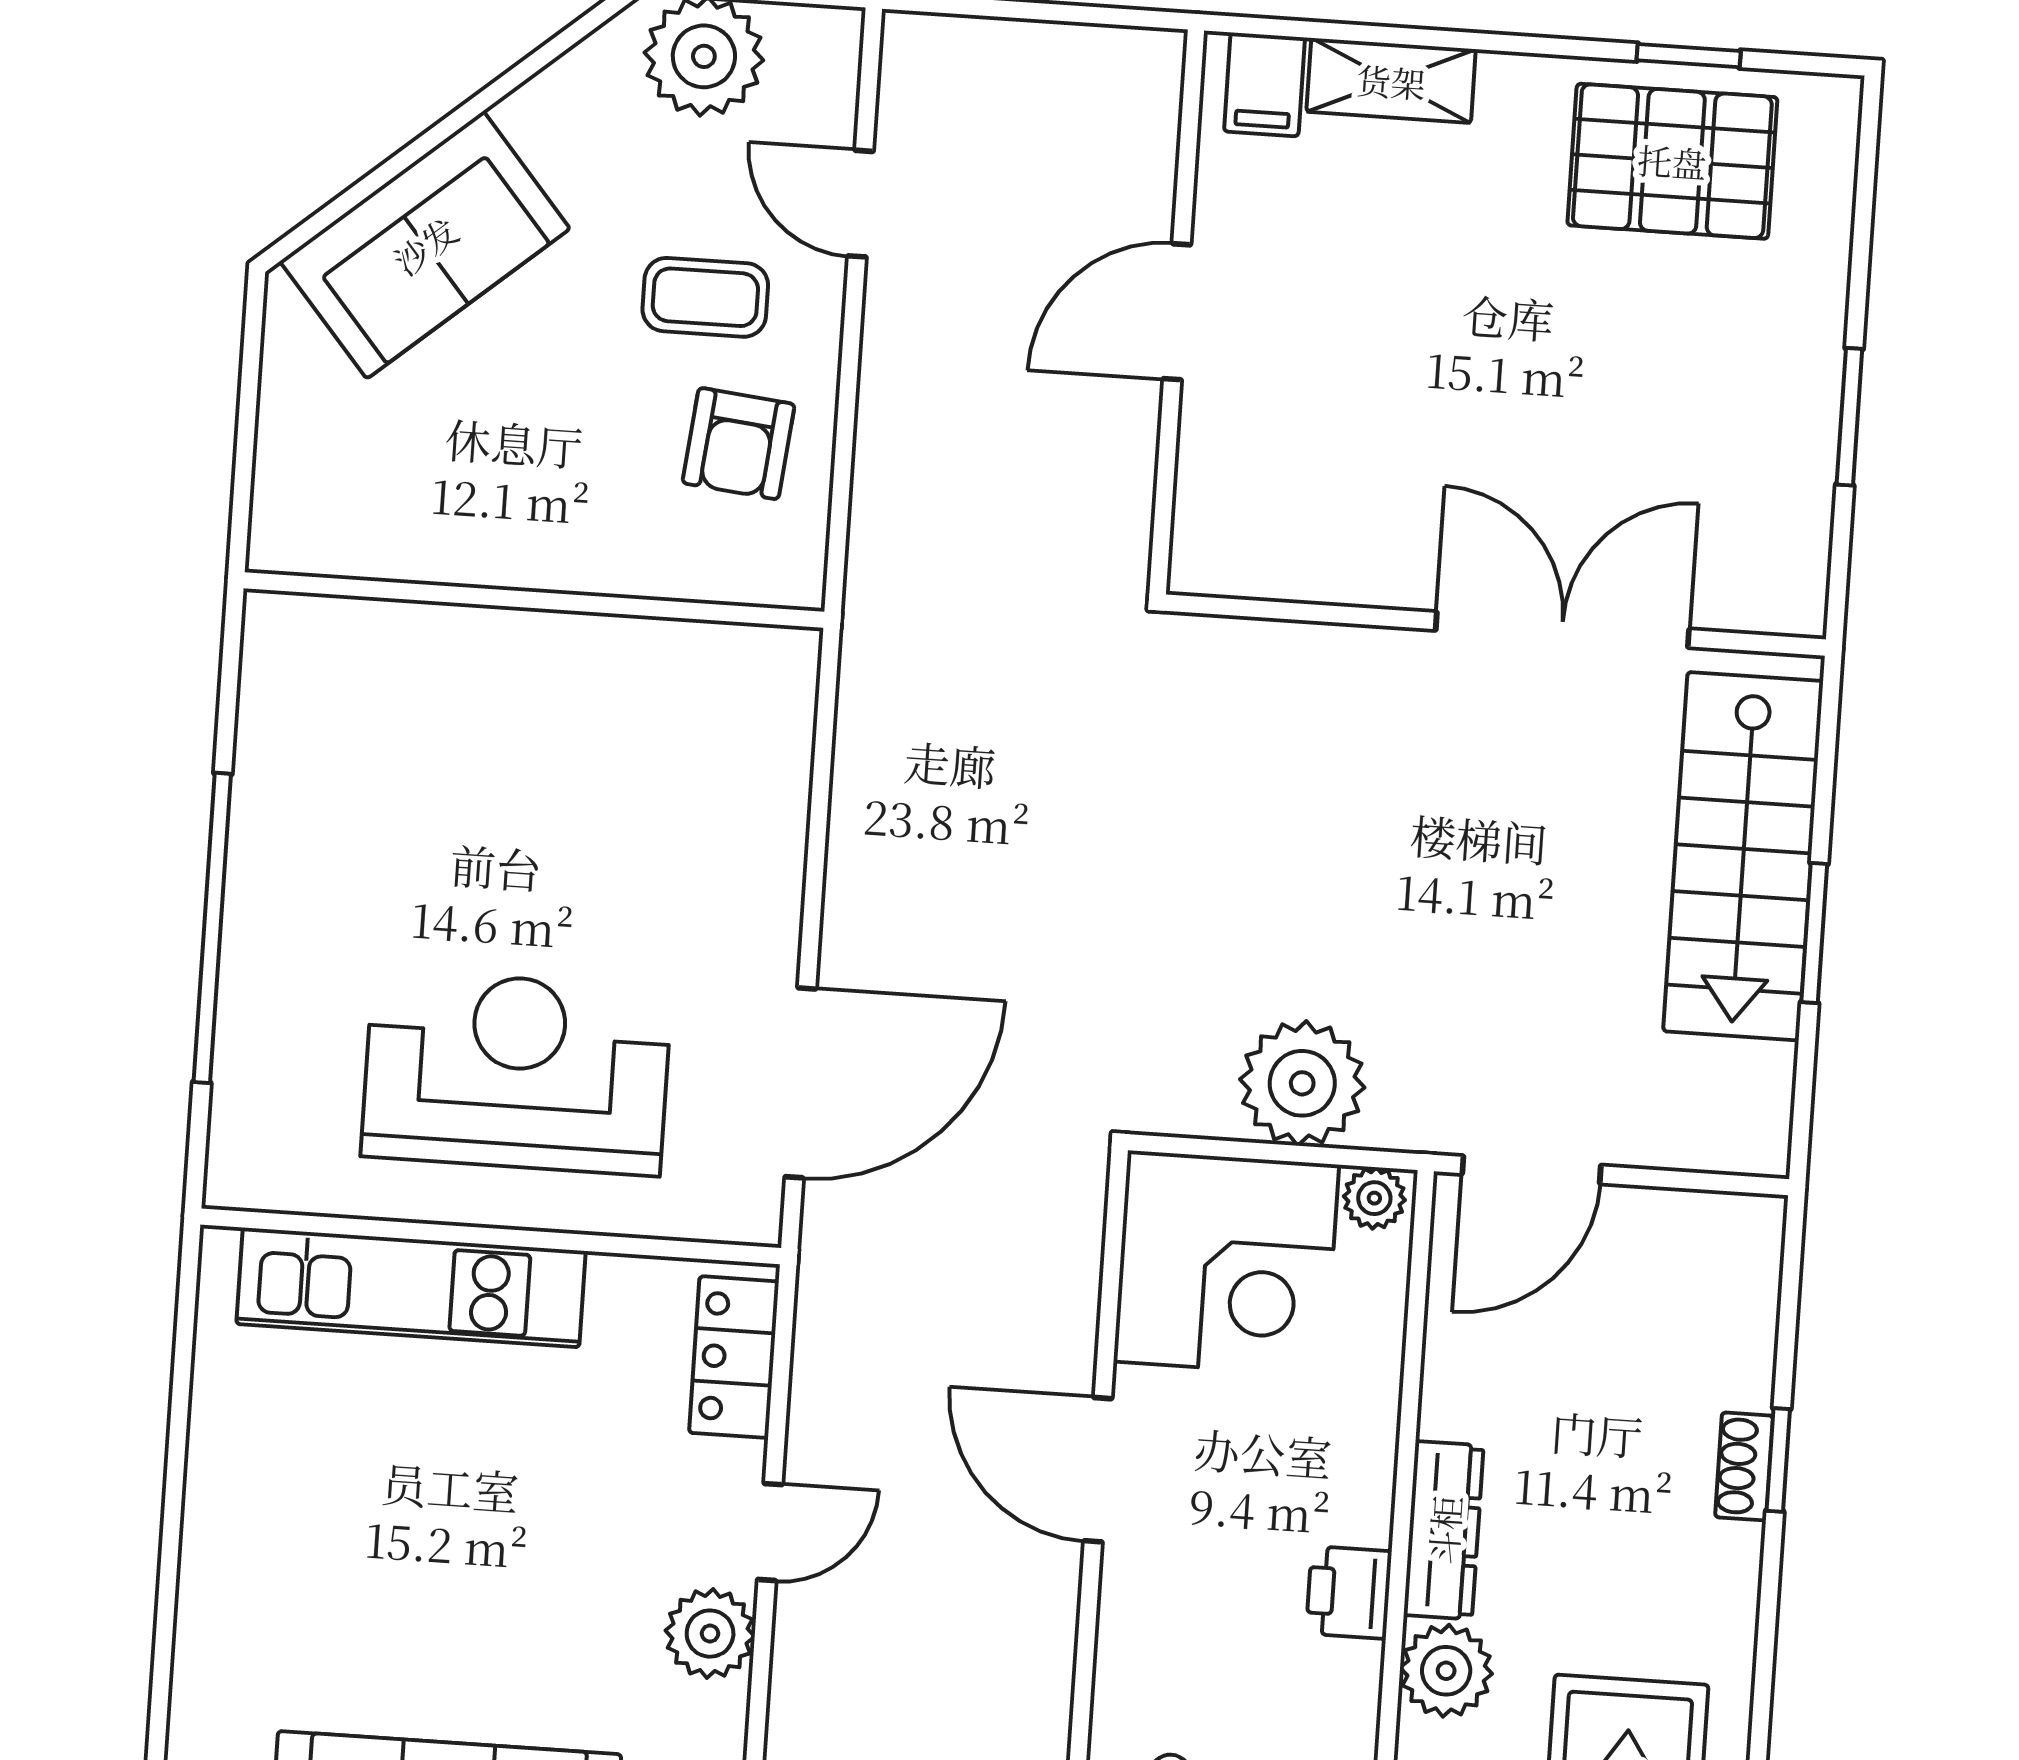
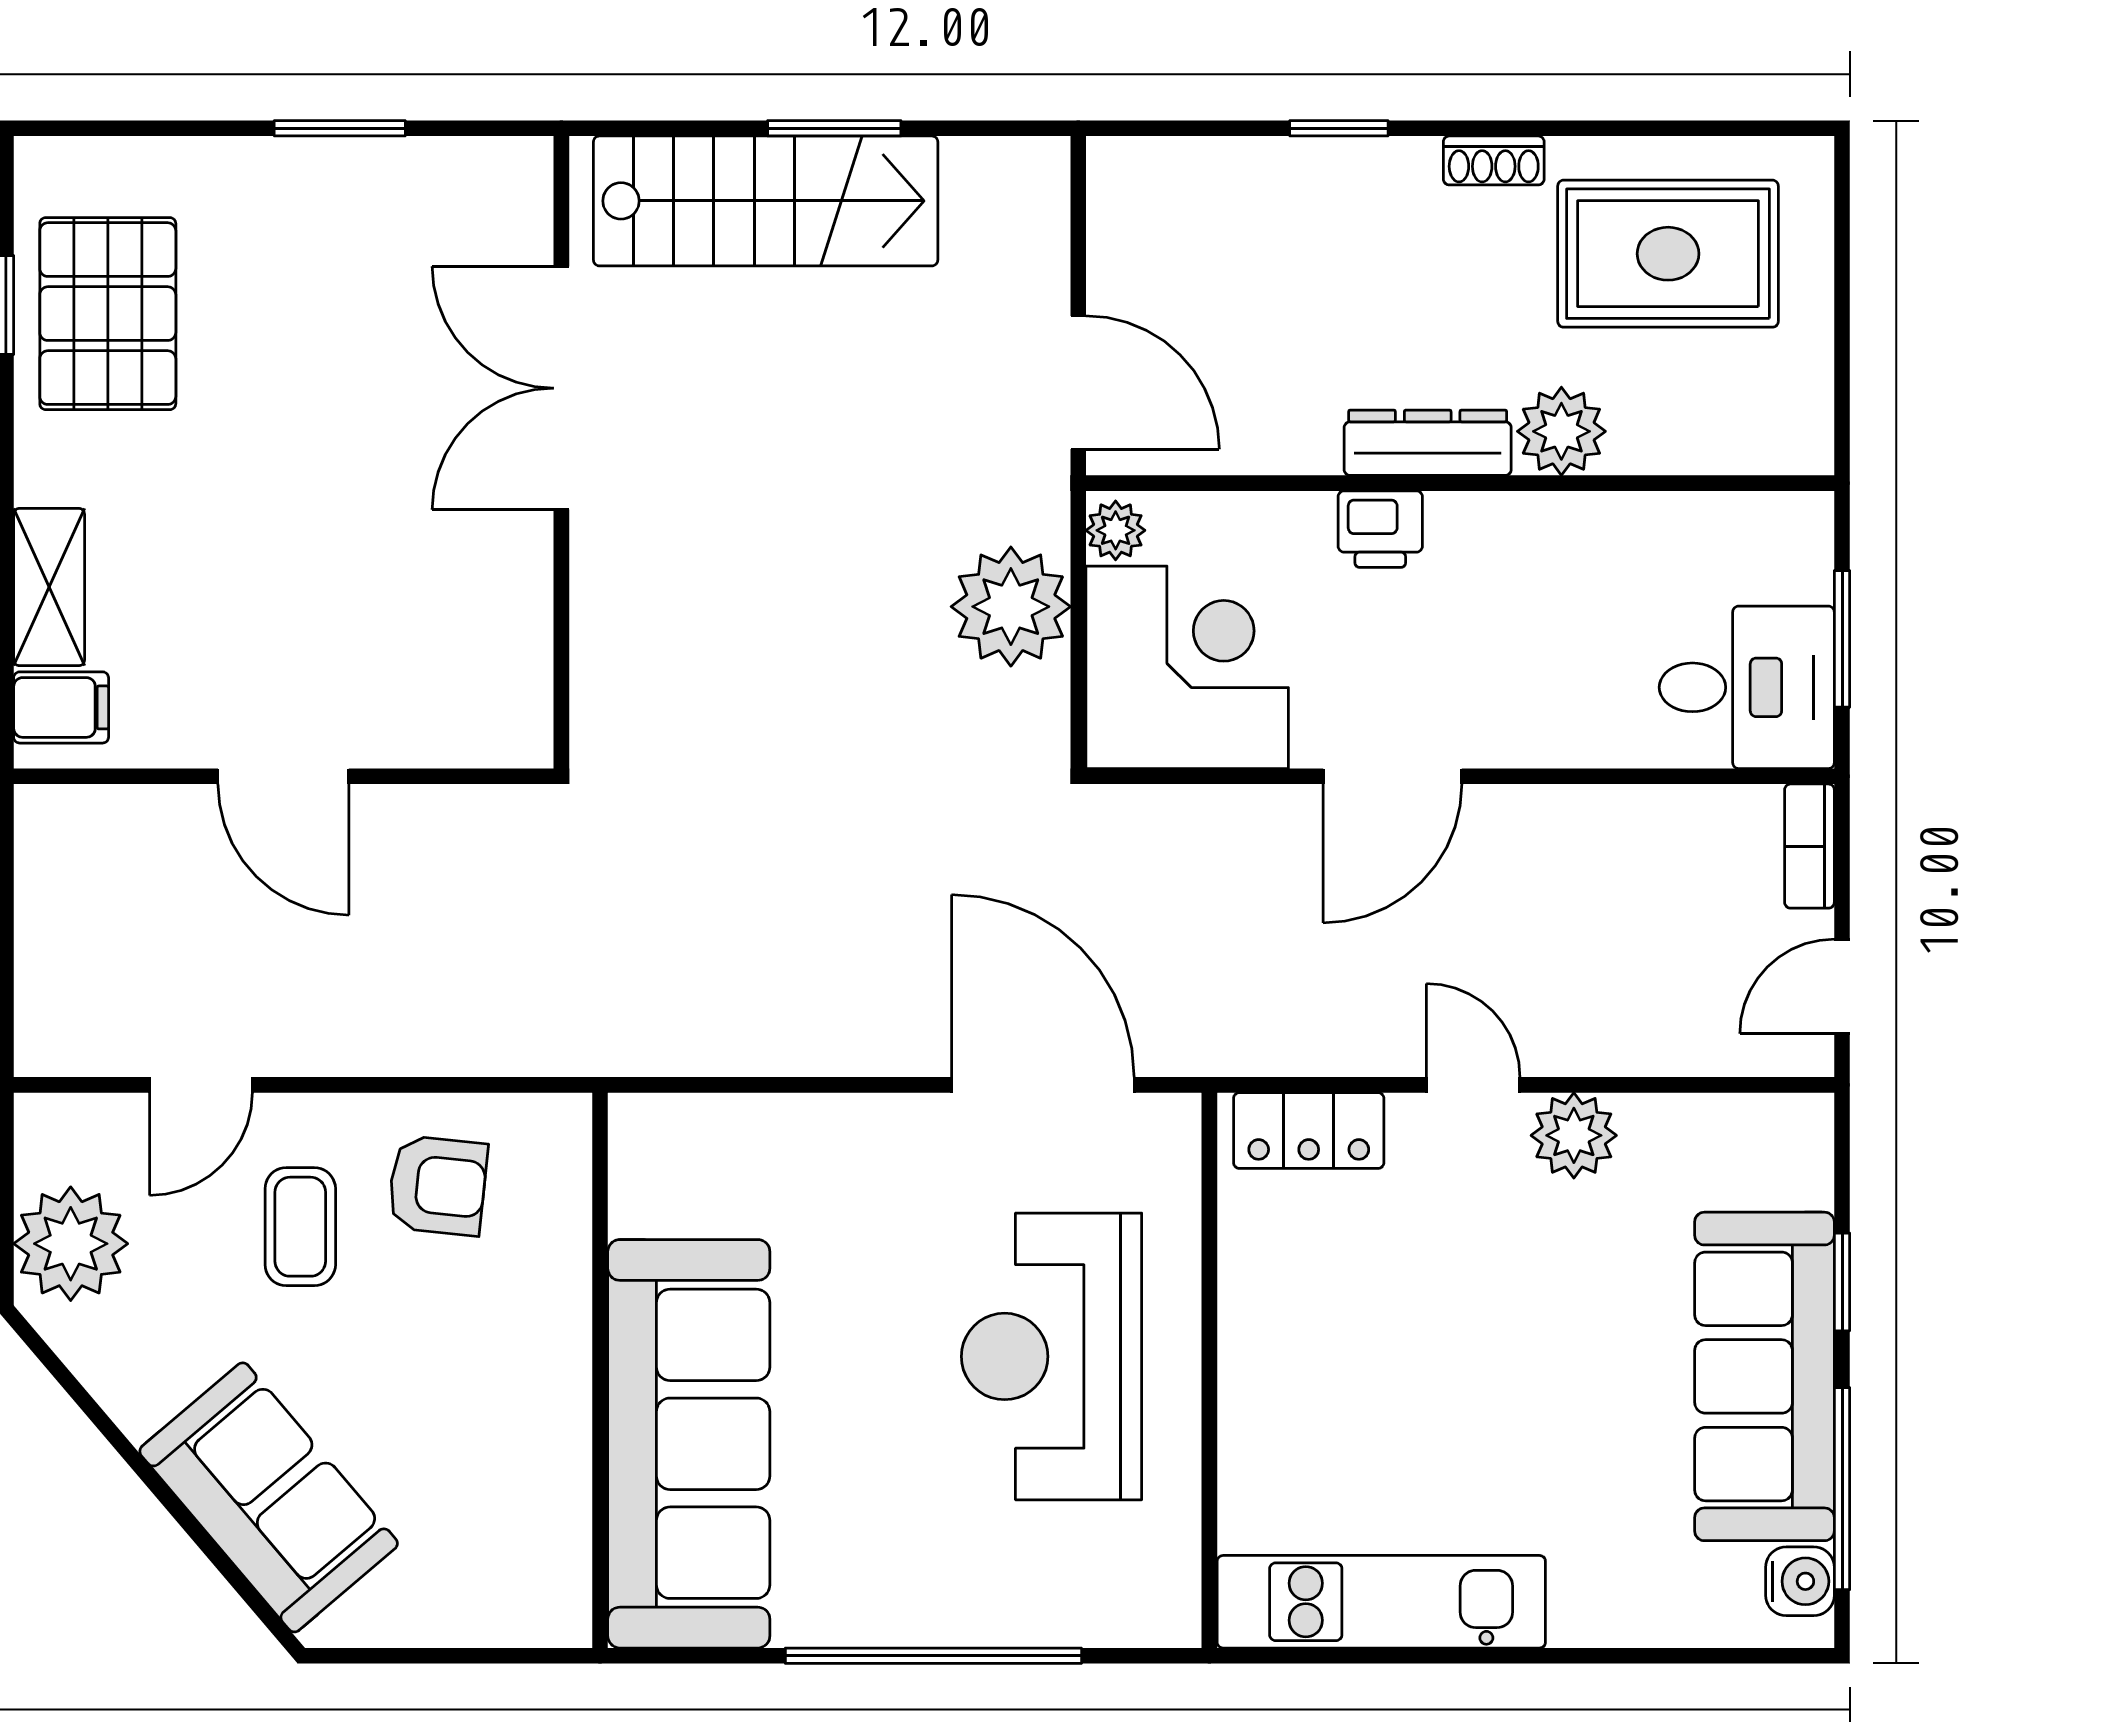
sofa: (451, 687) -> (689, 1444), added
kitchen unit: (411, 1288) -> (1381, 1602), moved, turned -90
shoe rack: (1744, 1466) -> (1494, 160), moved
printer: (1349, 1592) -> (1380, 529), moved

